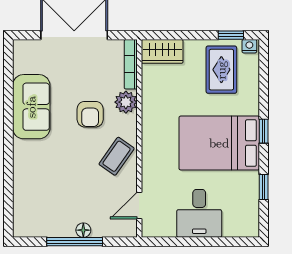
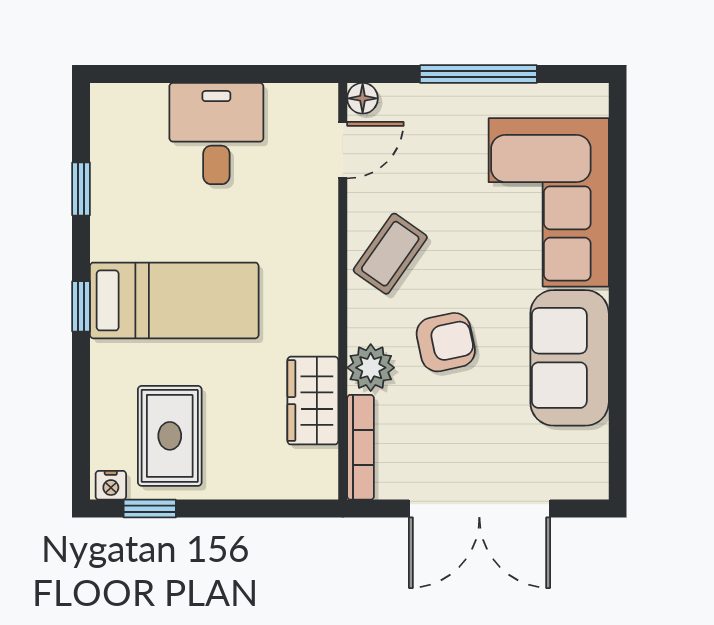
wardrobe: (162, 51) -> (313, 401), moved, turned -90
armchair: (90, 114) -> (446, 342), turned 78
bed: (219, 143) -> (174, 300), width x0.67
corner sofa: (41, 181) -> (549, 202), added
floor lamp: (83, 230) -> (363, 98), moved

